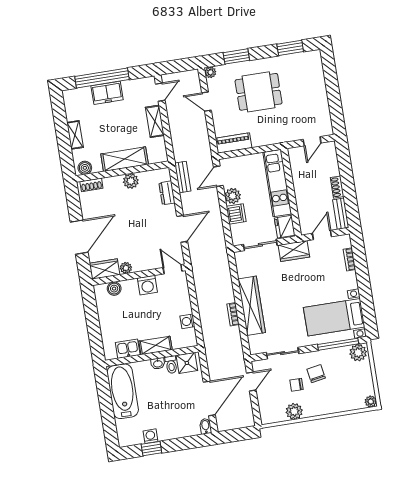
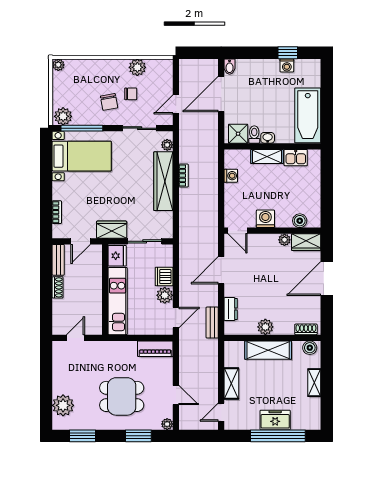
plant: (314, 74) -> (63, 405), added
plant: (253, 341) -> (167, 145), added

